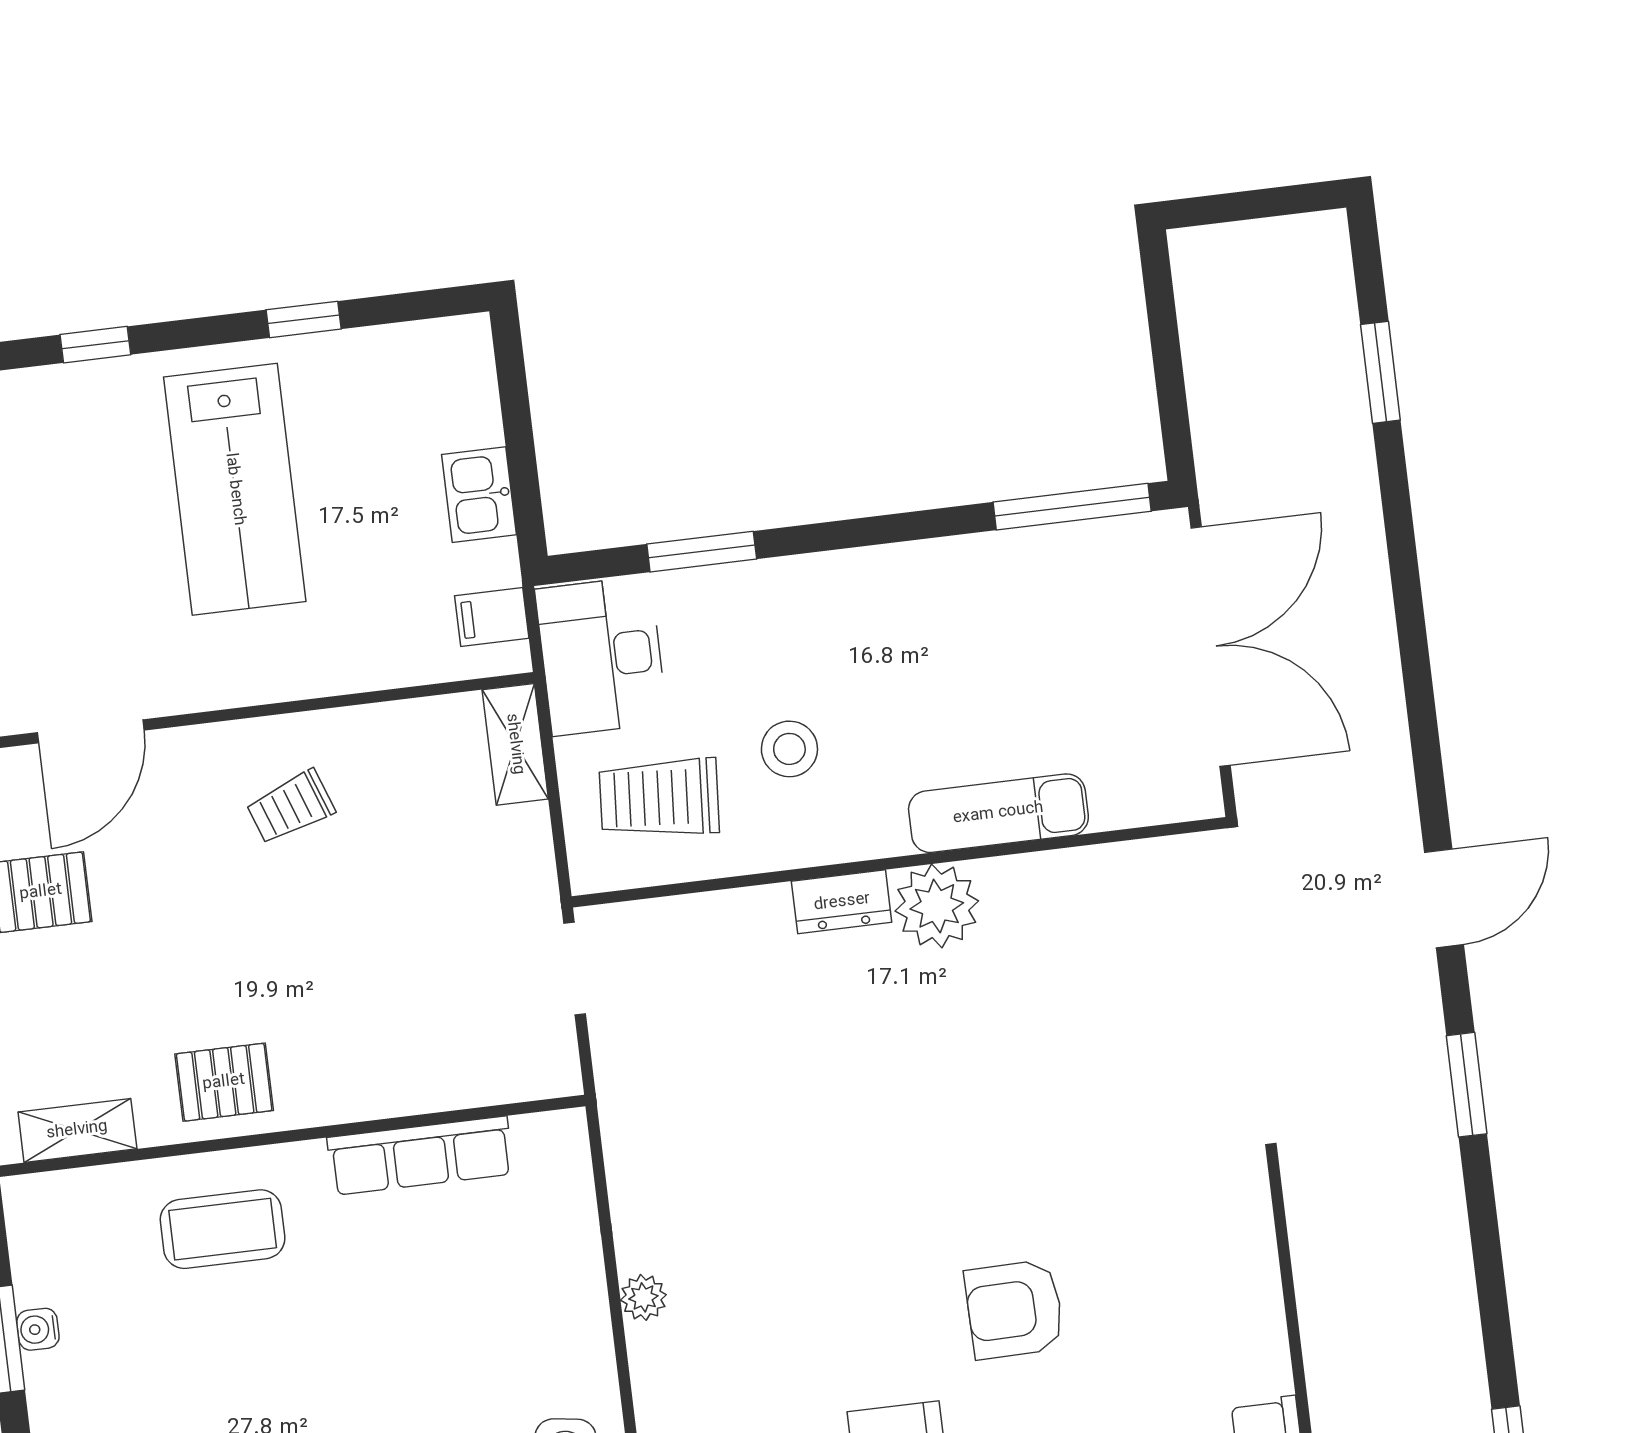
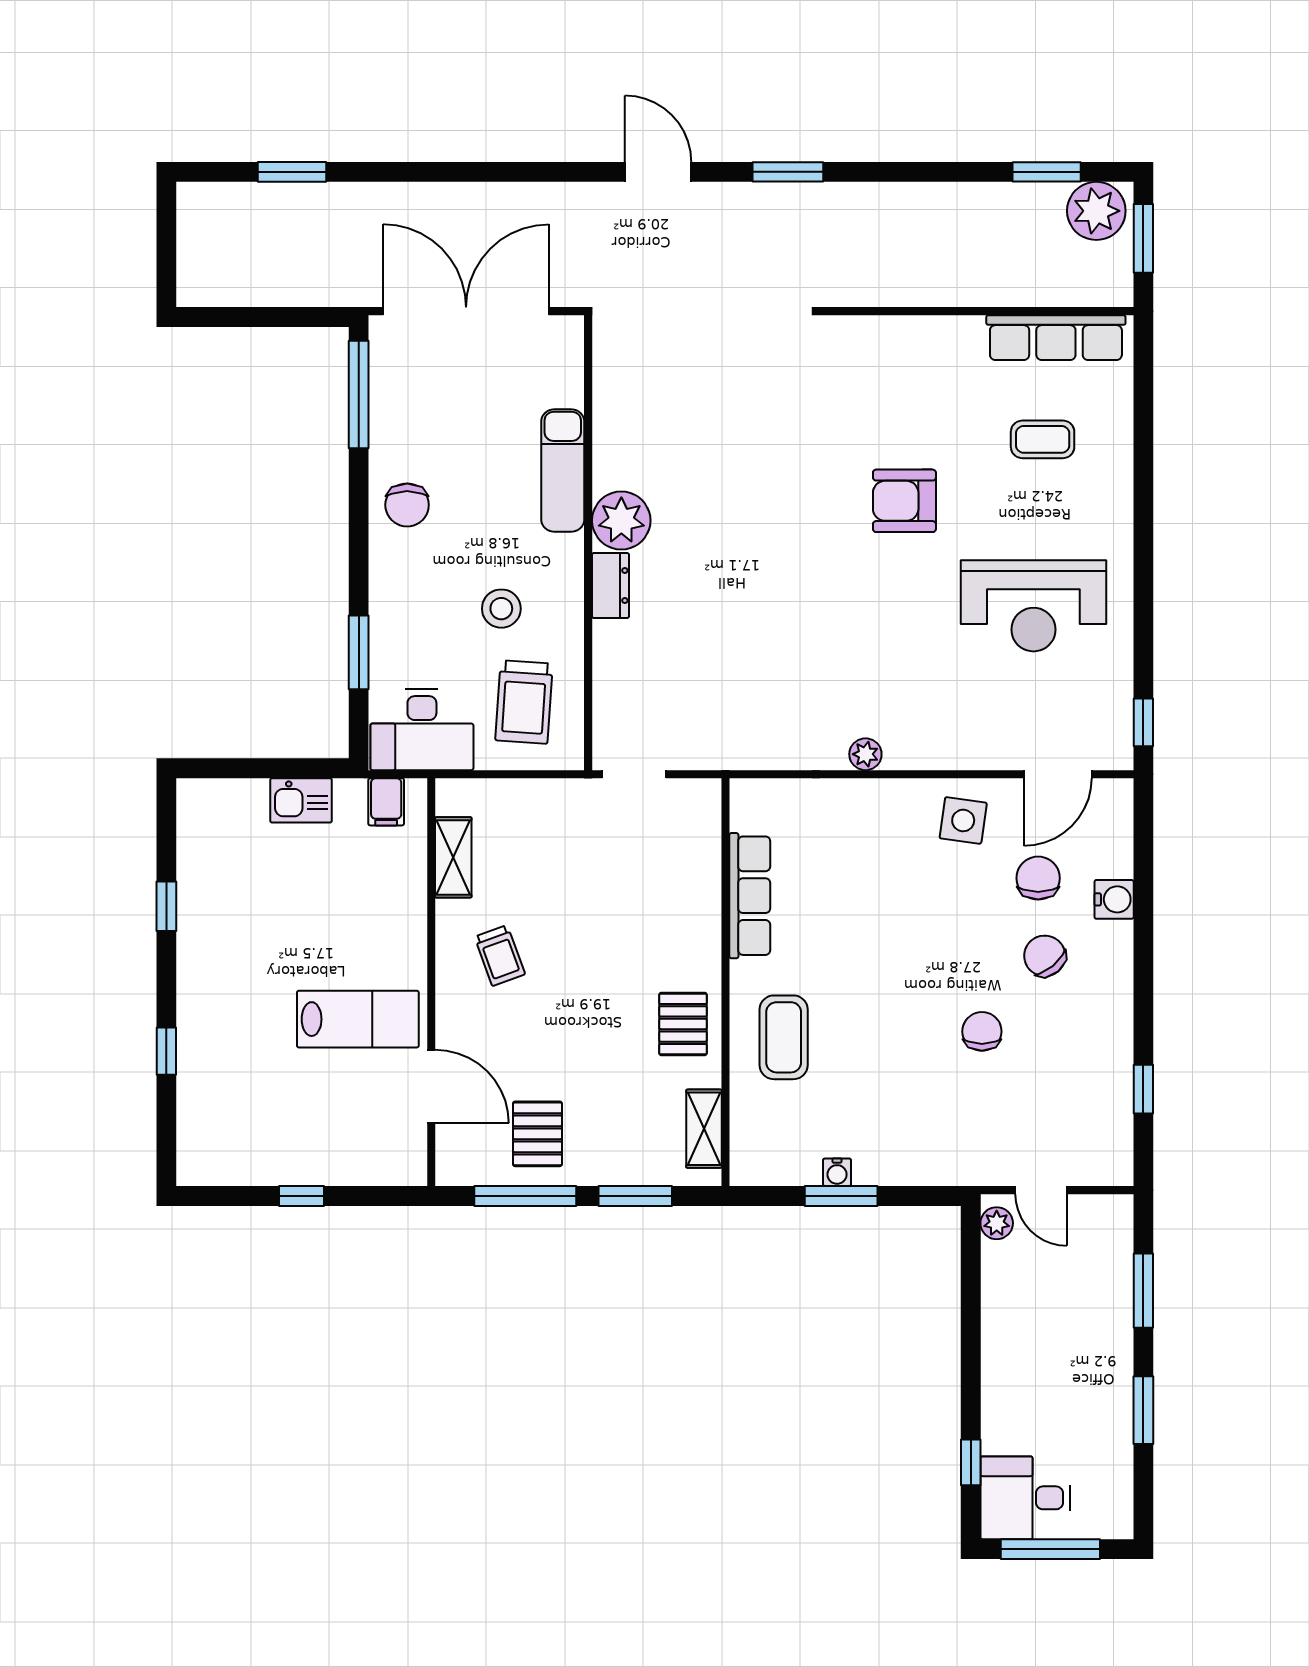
lab bench: (235, 489) -> (358, 1019), moved, width x0.73, depth x0.72
chair: (922, 596) -> (407, 505), added
shelving: (515, 744) -> (453, 857), moved, turned 90
armchair: (1014, 1309) -> (904, 501), turned 91

